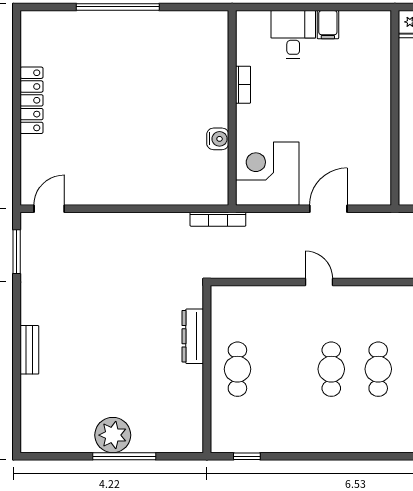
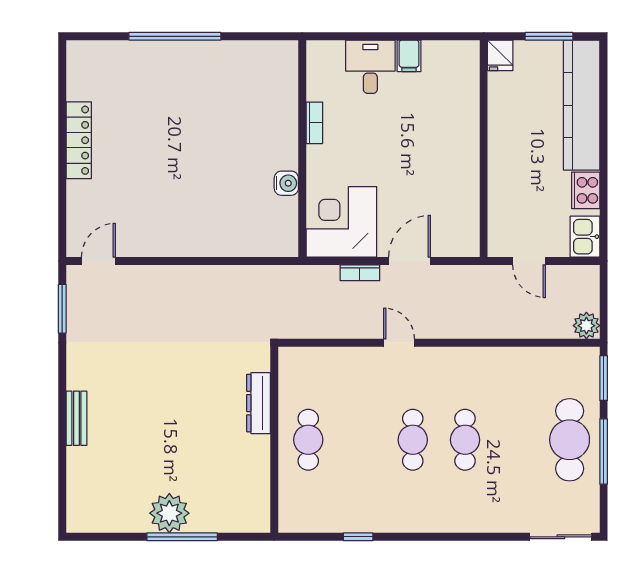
bookcase: (218, 219) -> (360, 273), moved, width x0.64
window: (247, 456) -> (358, 537), moved

